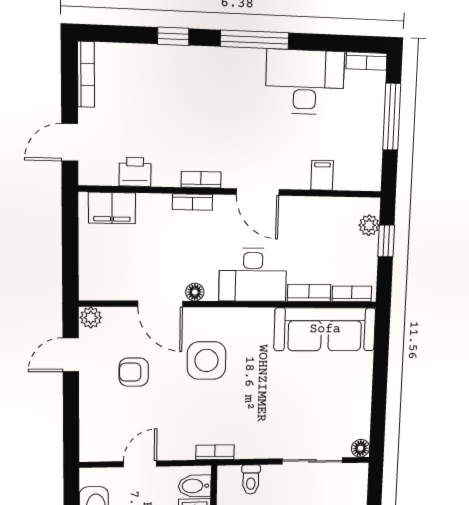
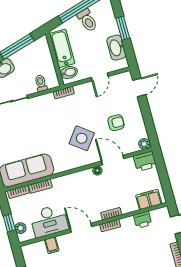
desk: (253, 275) -> (49, 221), moved, turned 180
printer: (99, 284) -> (145, 161), added
door: (71, 355) -> (139, 87), moved
side table: (206, 360) -> (82, 138), turned 37

